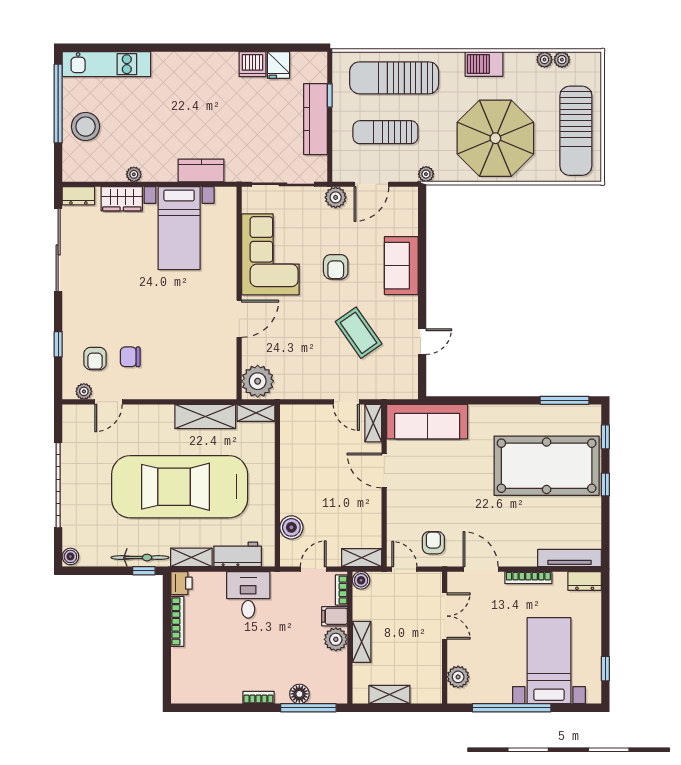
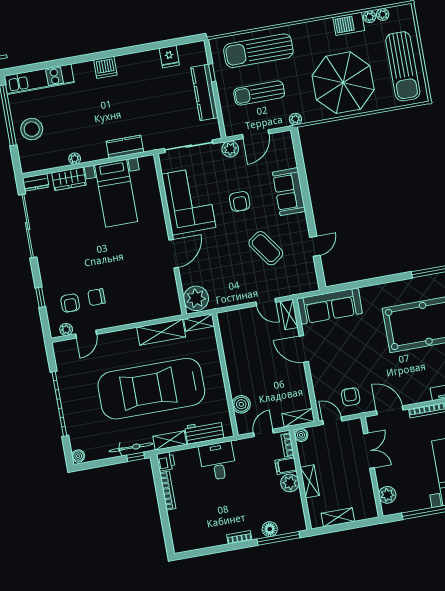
dishwasher: (252, 64) -> (105, 67), moved
barbecue: (484, 64) -> (349, 24), moved

